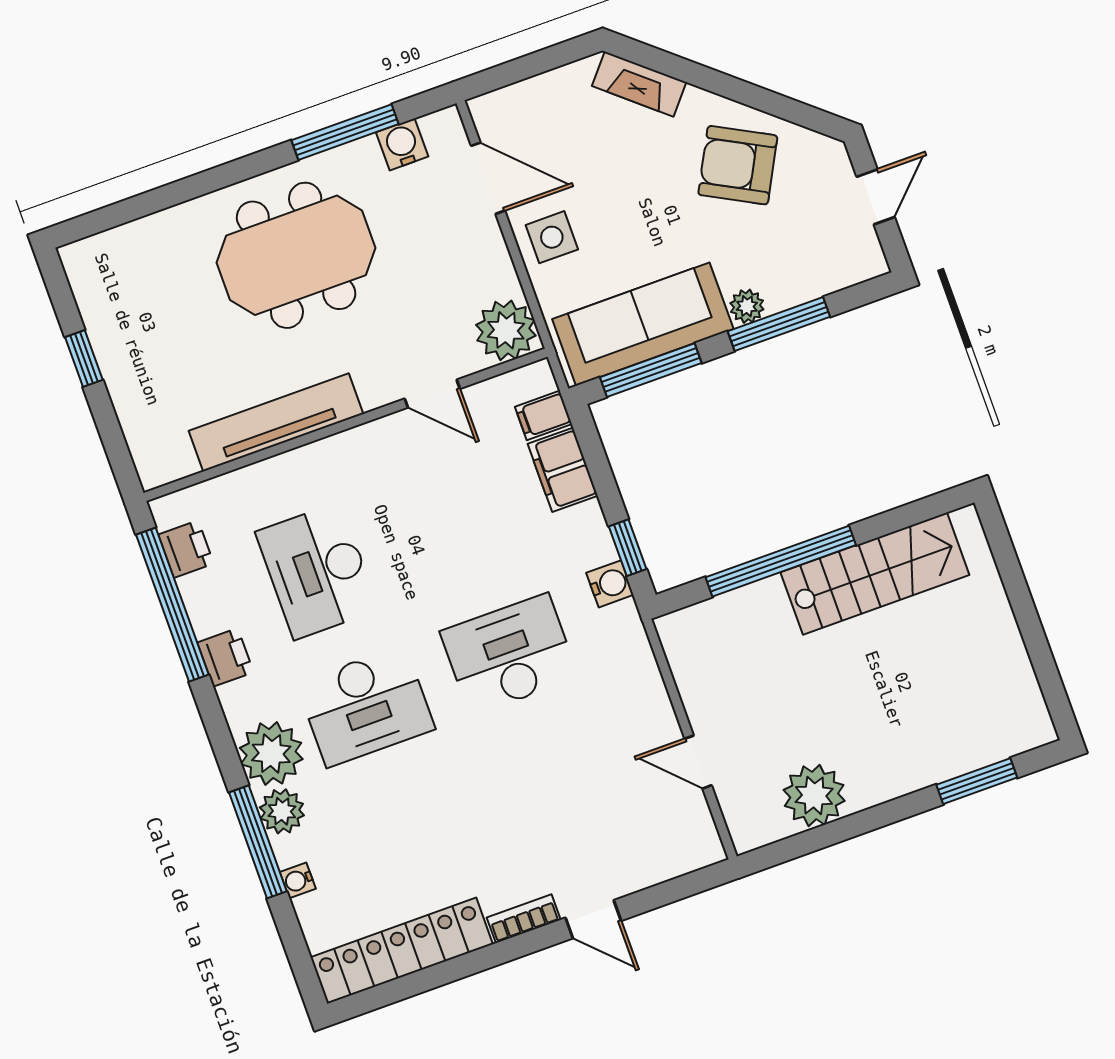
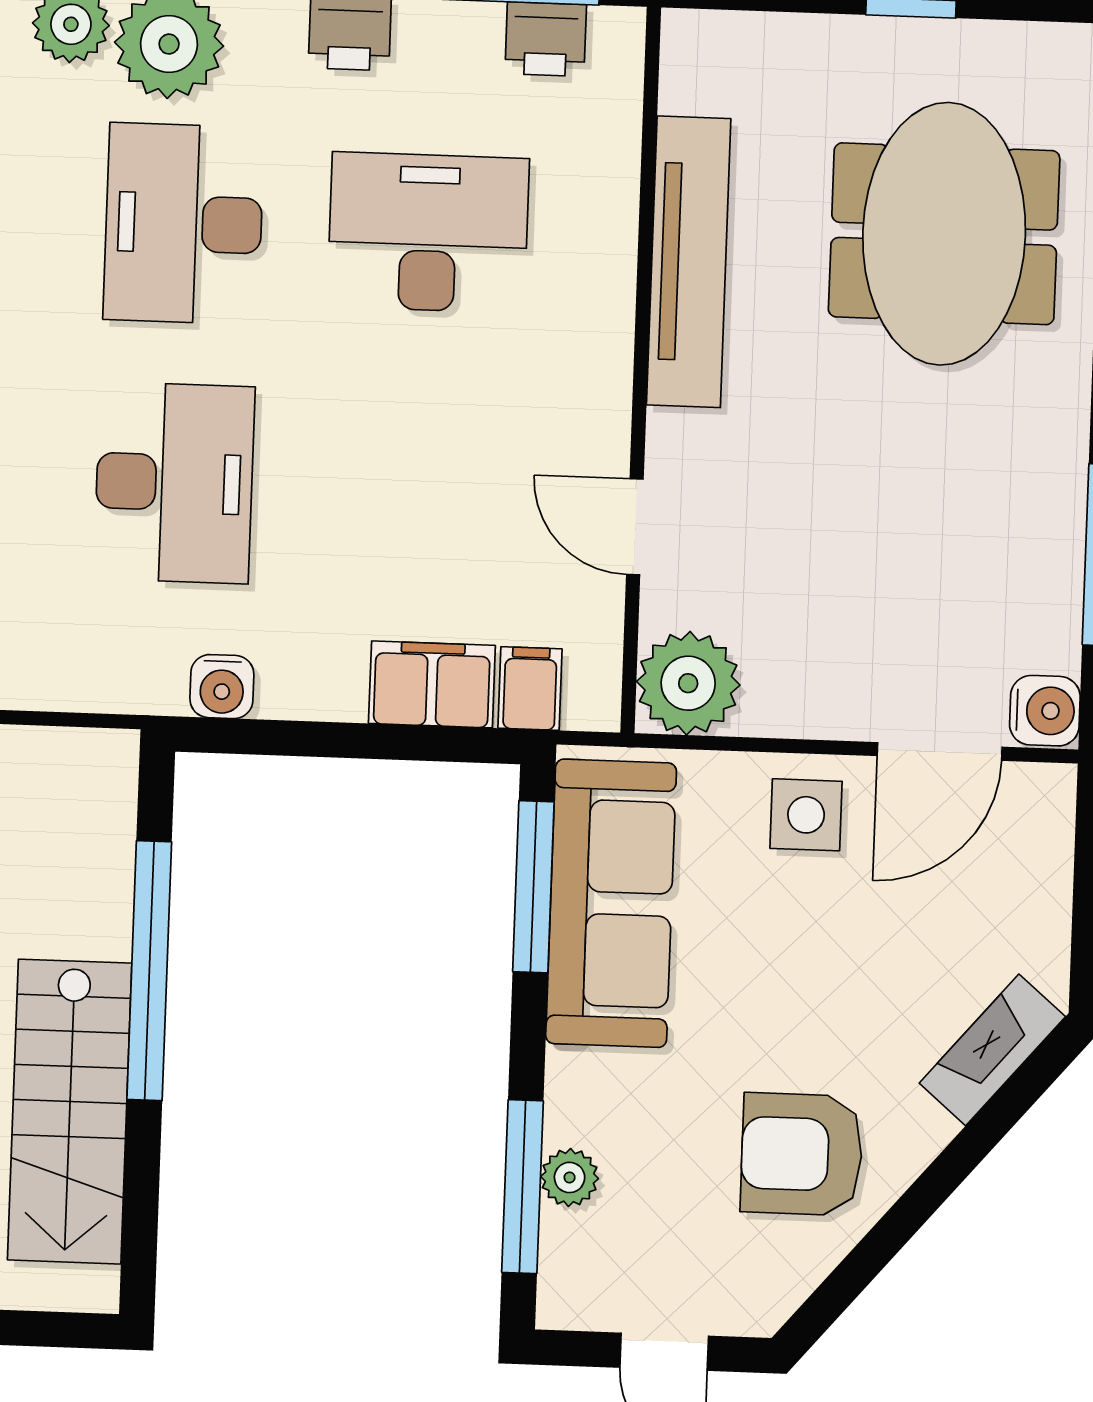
water cooler: (402, 144) -> (1045, 711), moved
armchair: (738, 165) -> (802, 1154), turned -118
meeting table: (296, 255) -> (944, 234), moved
plant: (747, 306) -> (570, 1177), moved
window: (779, 324) -> (522, 1187), moved
door: (432, 394) -> (635, 527), hinge flipped
window: (628, 548) -> (268, 737), removed

